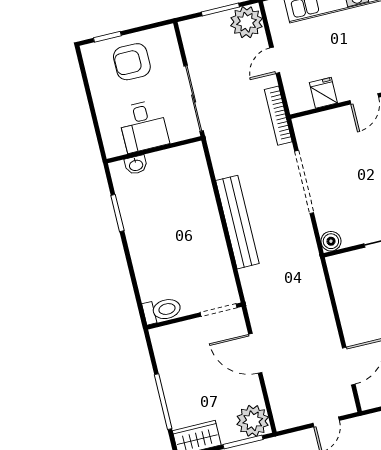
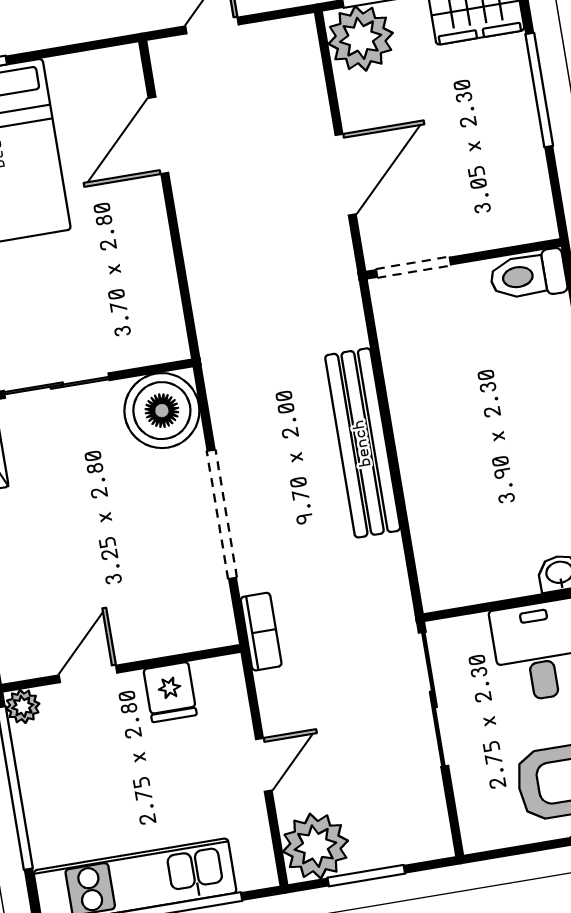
bookcase: (278, 116) -> (261, 632), width x0.64
boiler: (331, 241) -> (162, 411), width x1.86, depth x1.86
door: (255, 353) -> (346, 175), hinge flipped

